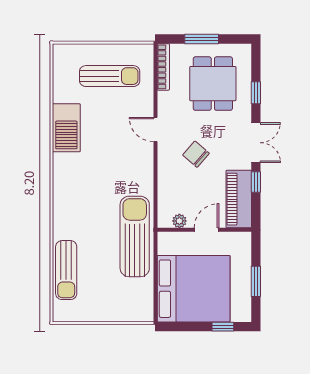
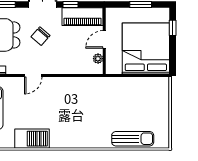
chair: (196, 154) -> (41, 36), moved
door: (207, 230) -> (104, 39), hinge flipped
sun lounger: (135, 236) -> (109, 90), removed

